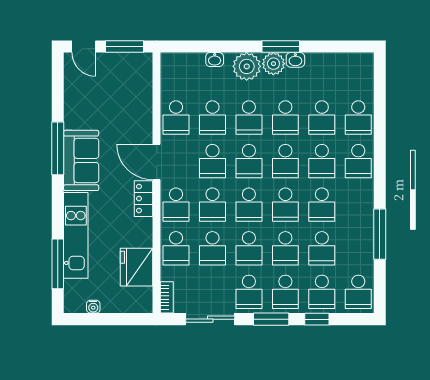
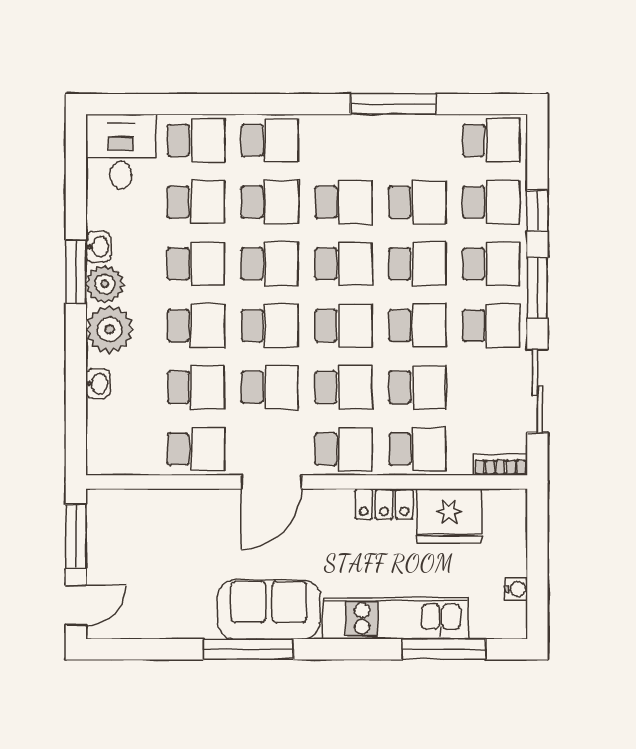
desk: (352, 73) -> (121, 152), added
locker: (143, 199) -> (384, 504), moved

